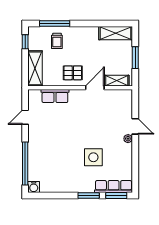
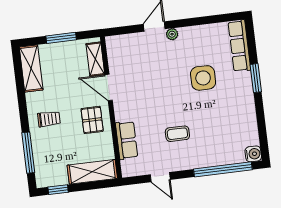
trolley: (57, 41) -> (49, 119), moved
coffee table: (55, 134) -> (177, 134), added
window: (116, 196) -> (251, 41), removed

